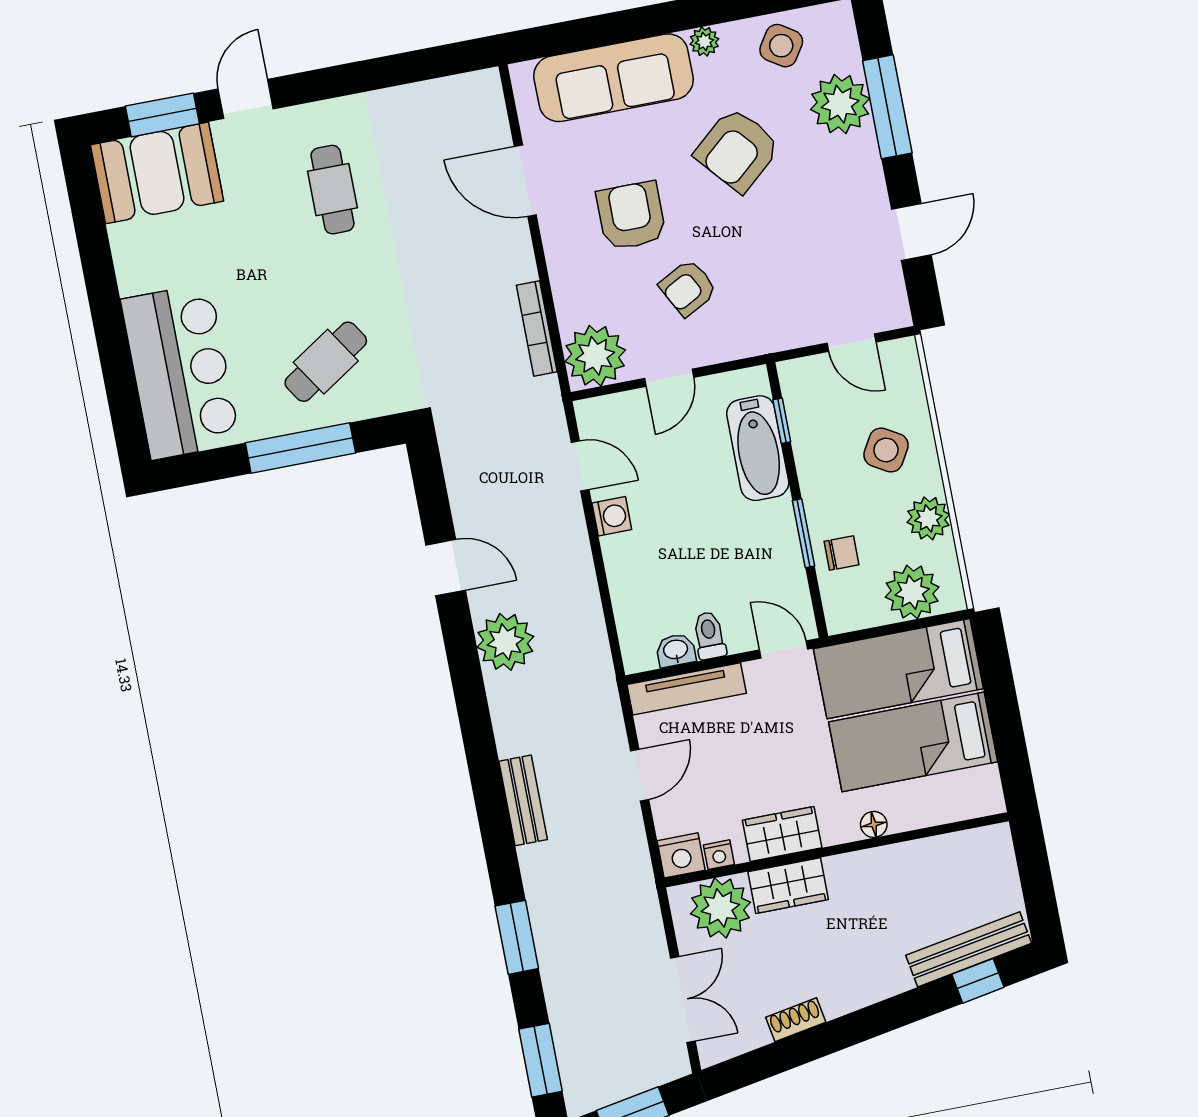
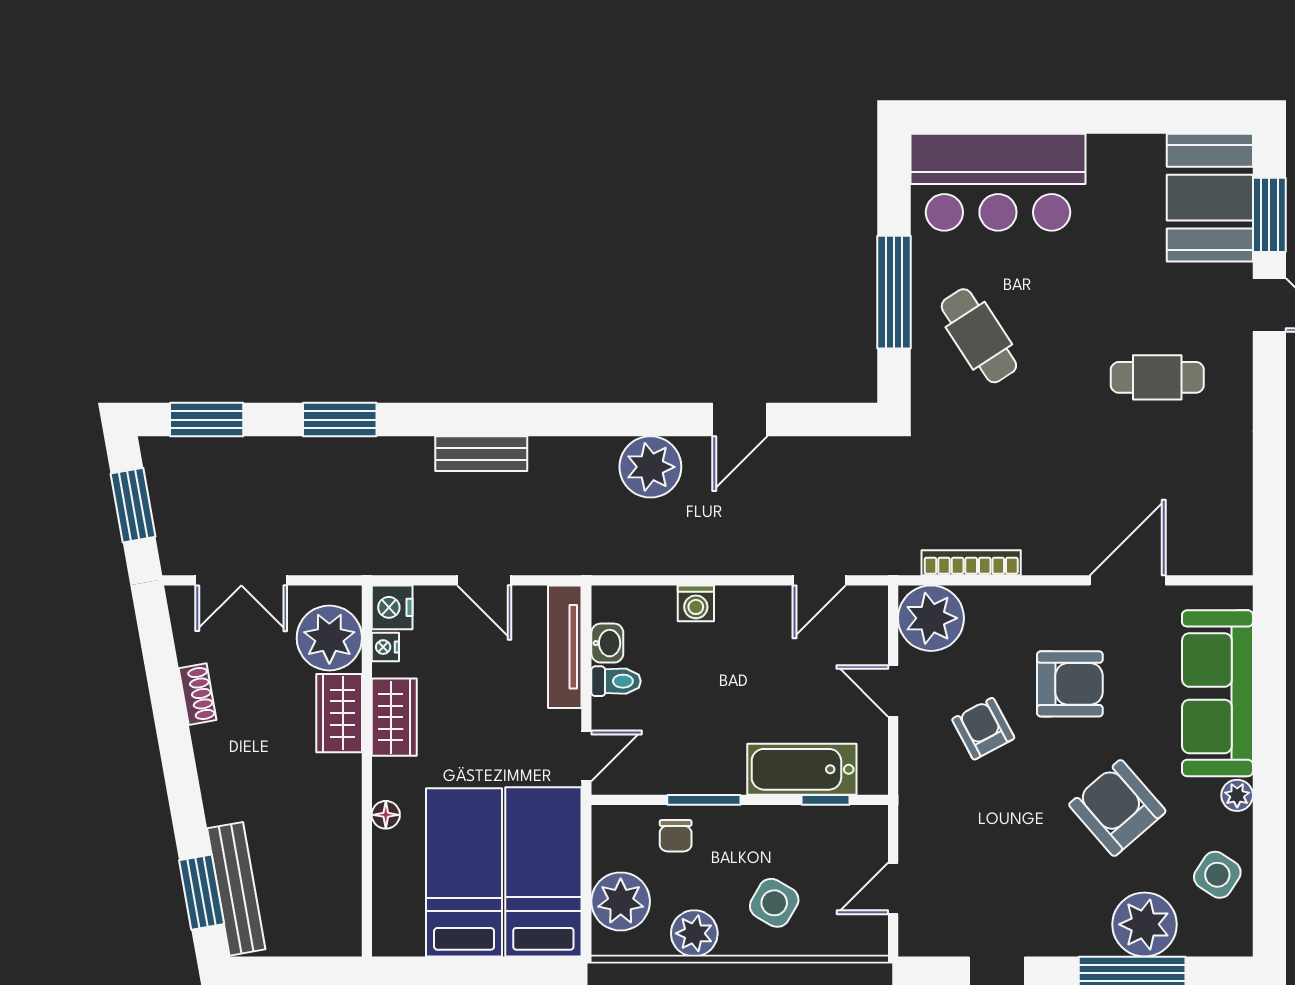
washing machine: (612, 516) -> (696, 603), moved
window: (978, 981) -> (202, 892), width x1.50

